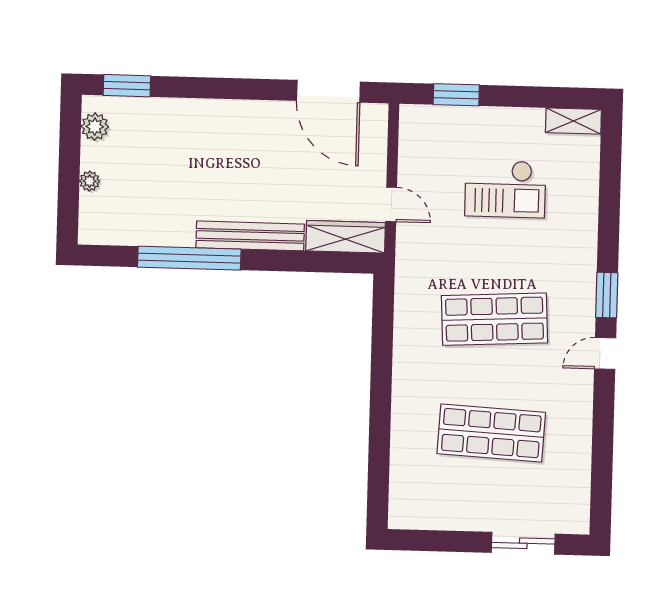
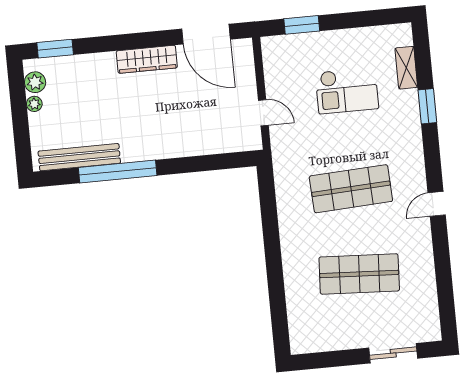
shelving: (573, 121) -> (406, 68), moved, turned 90
plant: (90, 181) -> (34, 104), moved
bench: (250, 236) -> (79, 157), moved
wardrobe: (346, 237) -> (147, 59), moved, turned 180
window: (607, 295) -> (427, 106), moved

